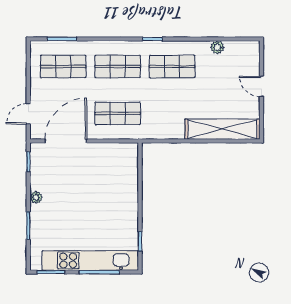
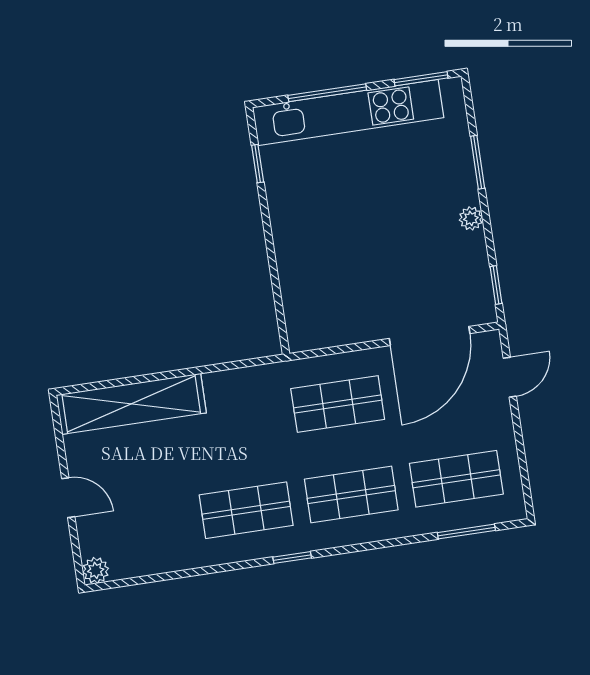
plant: (217, 47) -> (96, 570), moved

